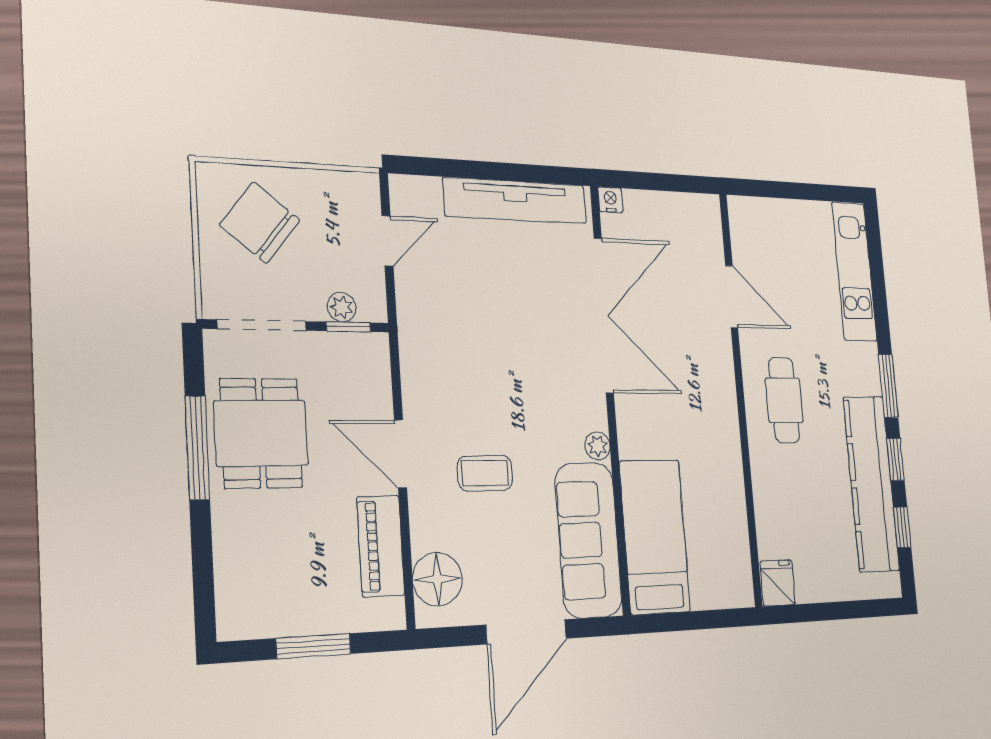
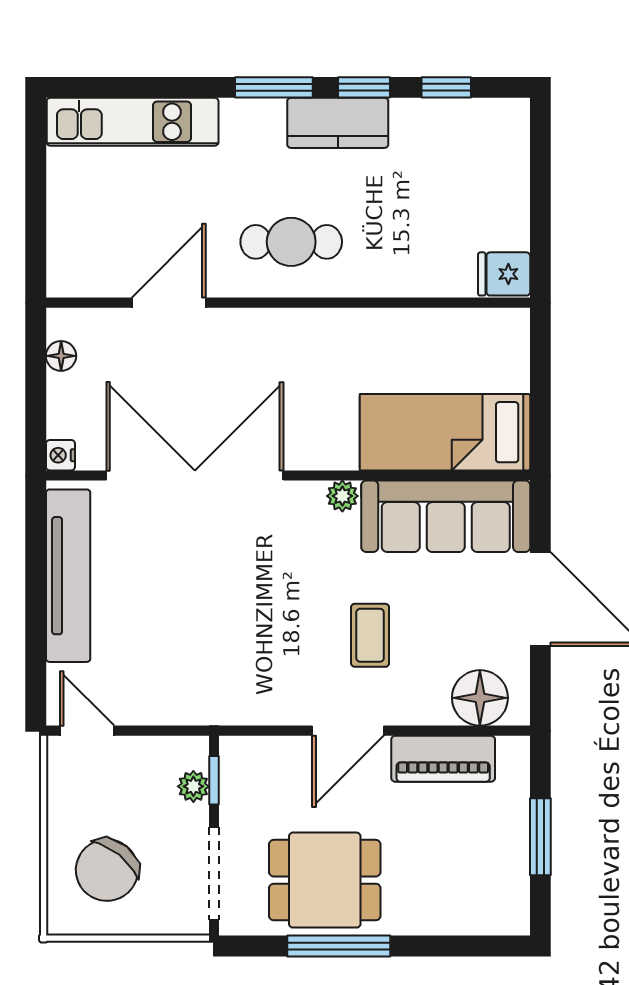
floor lamp: (685, 205) -> (61, 356), added
door: (388, 241) -> (87, 731), moved
kitchen counter: (871, 484) -> (338, 123), width x0.48, depth x0.86

